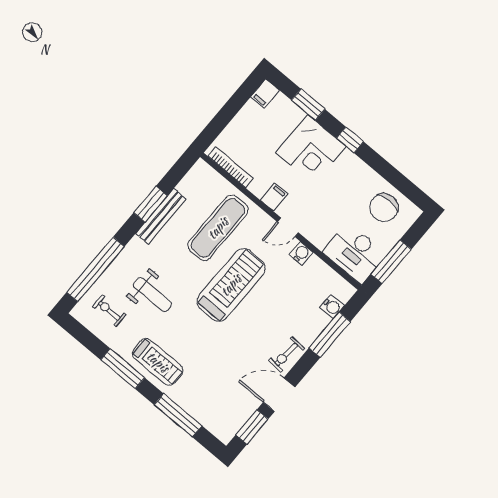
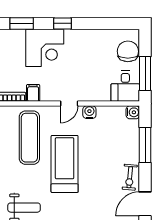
filing cabinet: (274, 197) -> (33, 93), moved
chair: (384, 208) -> (128, 51), moved, turned 180
desk: (355, 253) -> (125, 86), width x0.73
water cooler: (332, 307) -> (133, 112), moved

